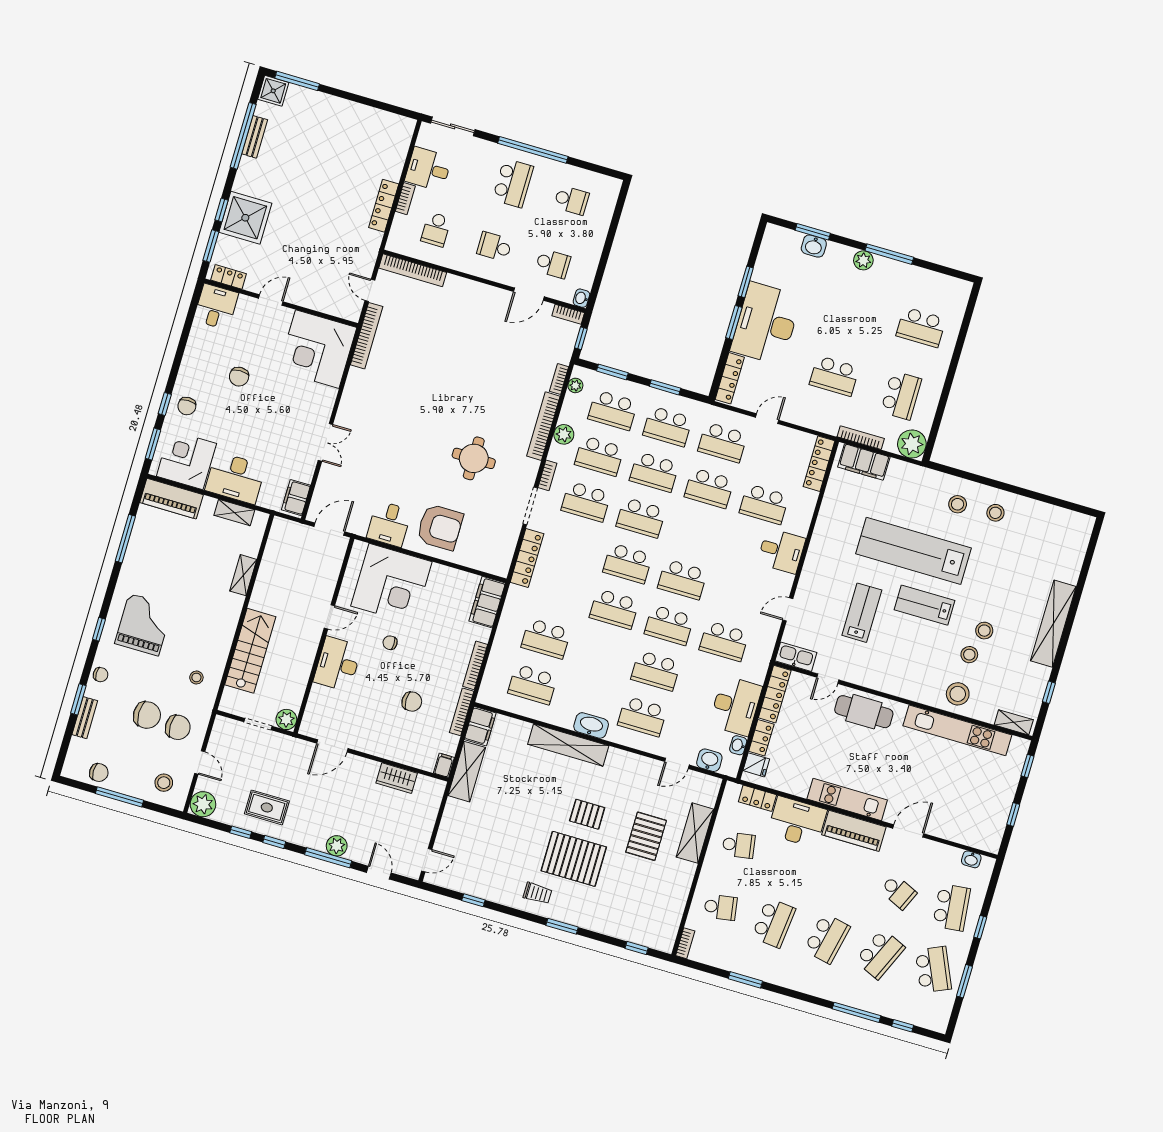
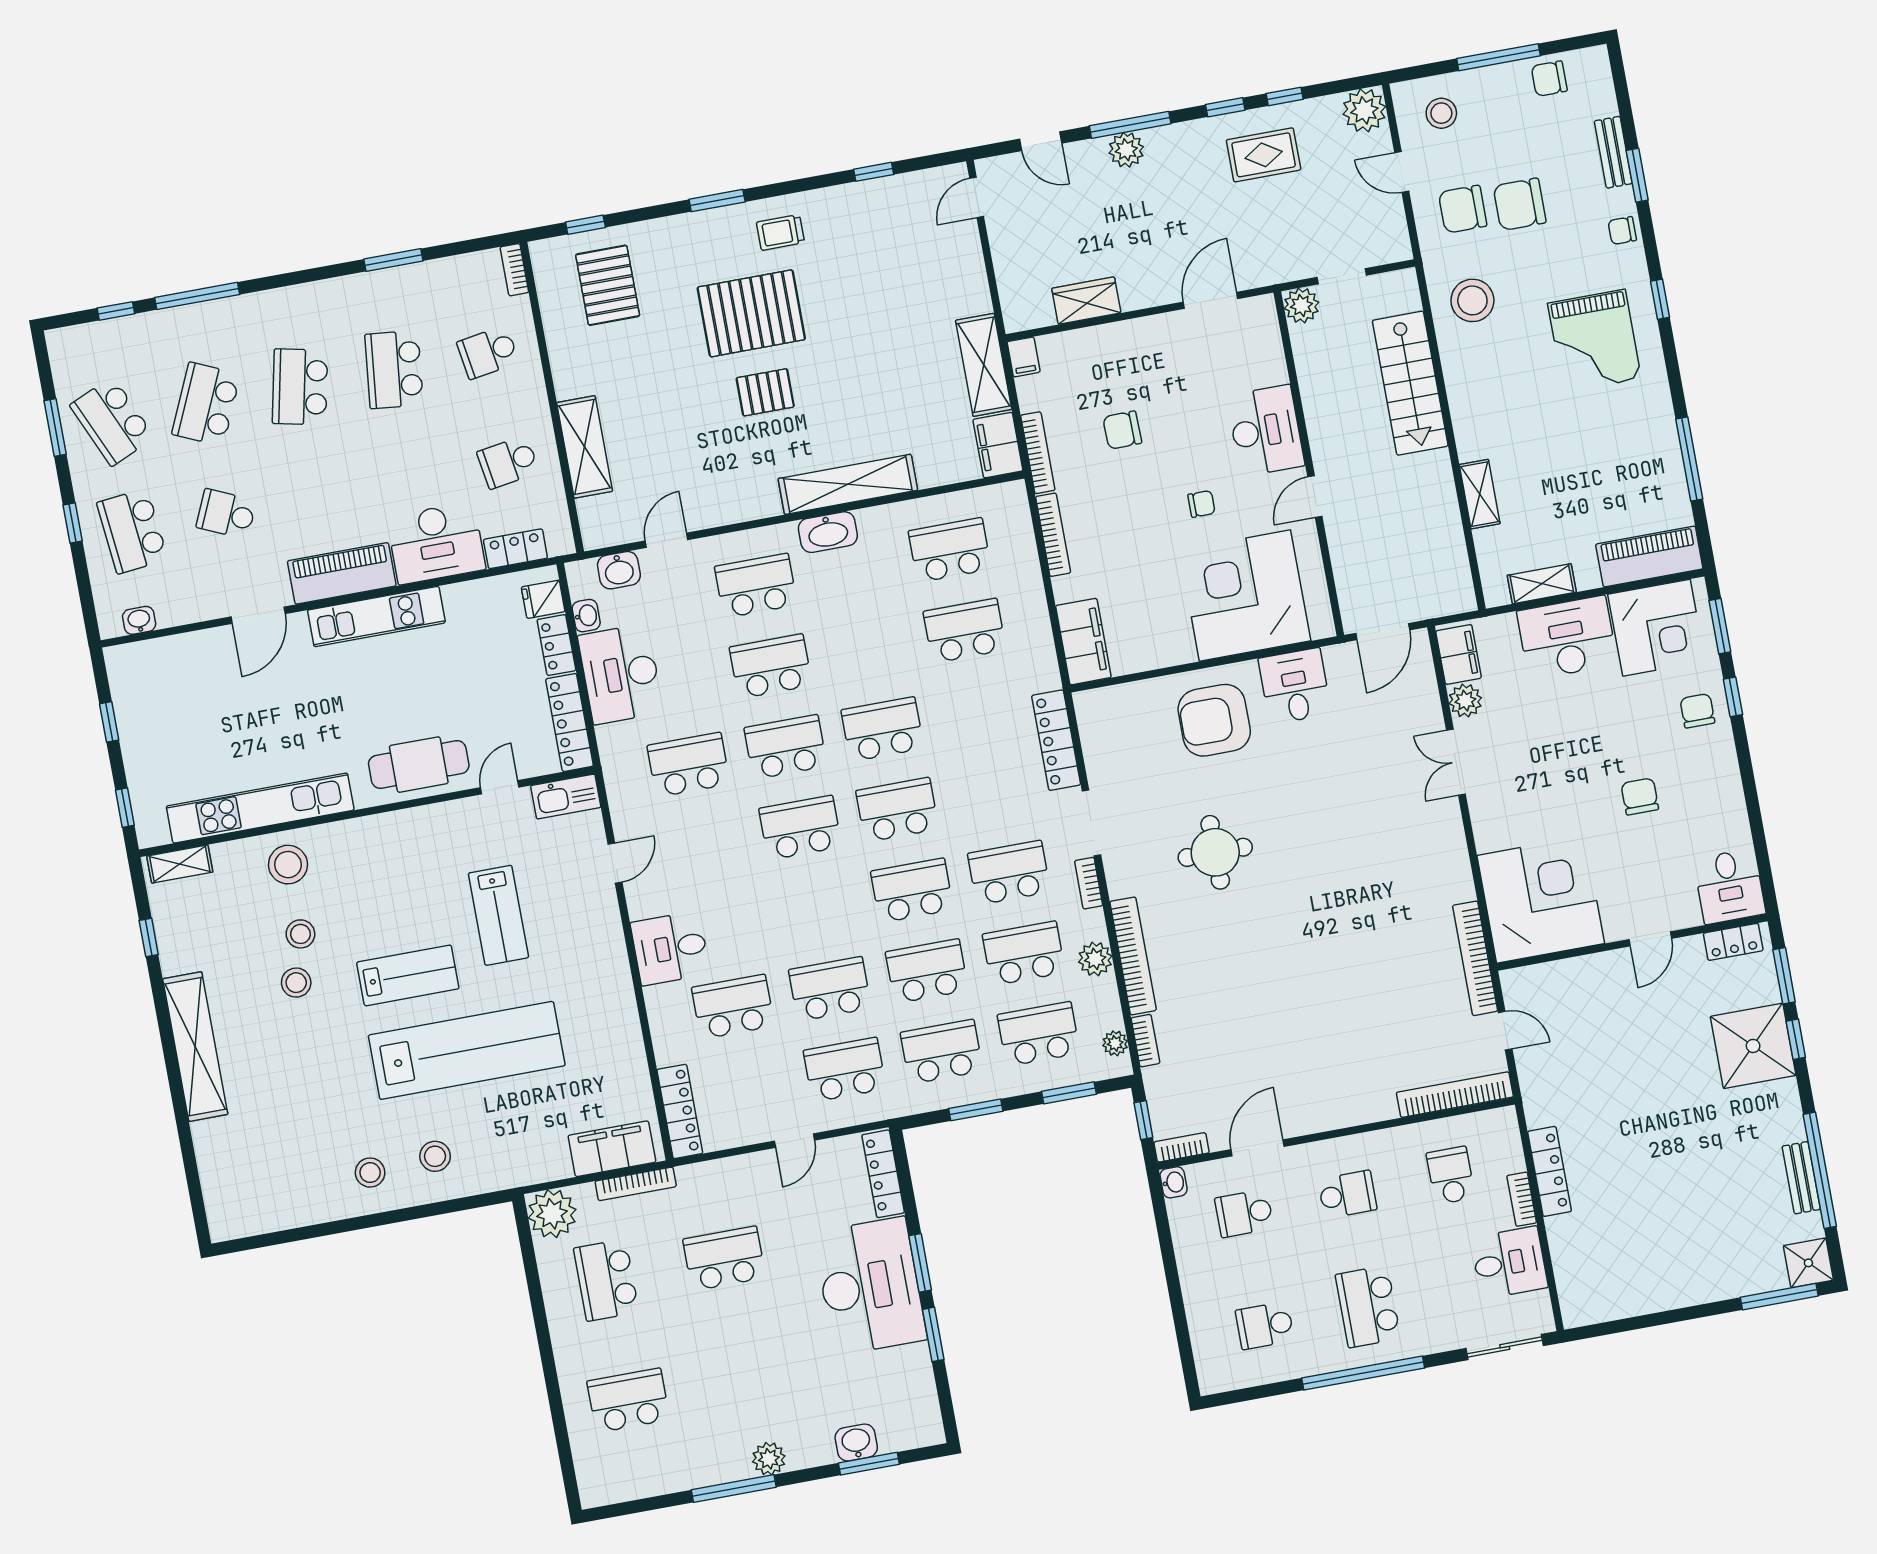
plant: (304, 472) -> (1465, 701), added
stool: (196, 677) -> (1472, 300), width x1.89, depth x1.89
pallet: (646, 836) -> (608, 285), moved

